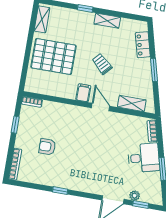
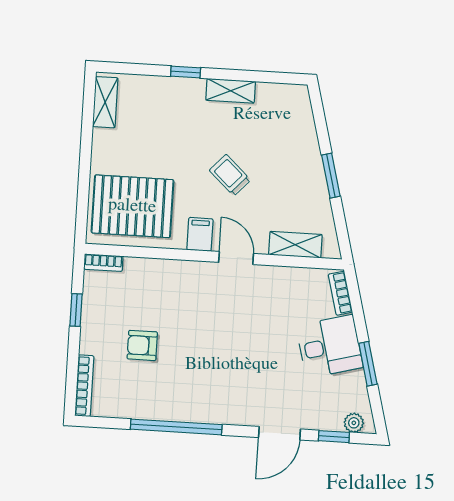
locker: (143, 45) -> (304, 129), removed
pallet: (54, 57) -> (132, 206), moved
window: (60, 191) -> (176, 427), width x3.17
plant: (135, 196) -> (354, 423), moved

